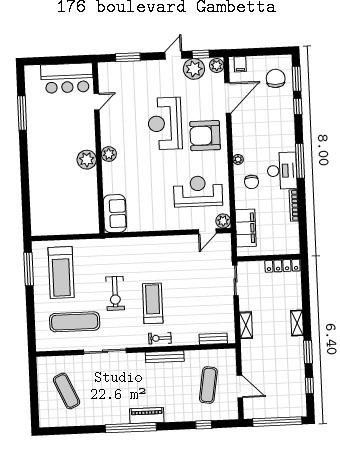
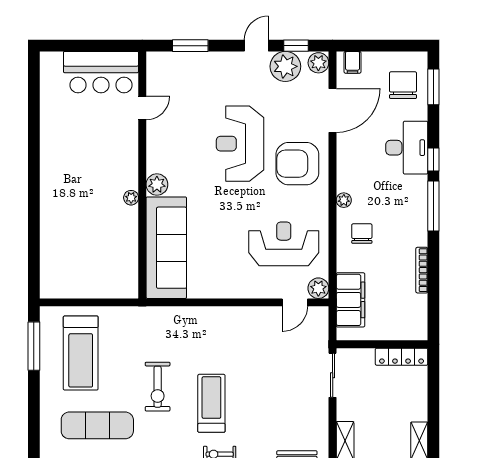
window: (298, 106) -> (433, 160), moved
window: (22, 113) -> (34, 120), removed
plant: (87, 160) -> (131, 198), width x0.53, depth x0.53
desk: (282, 171) -> (407, 148), moved
chair: (252, 182) -> (362, 234), turned 180
sofa: (115, 214) -> (166, 248), width x1.85, depth x1.27

